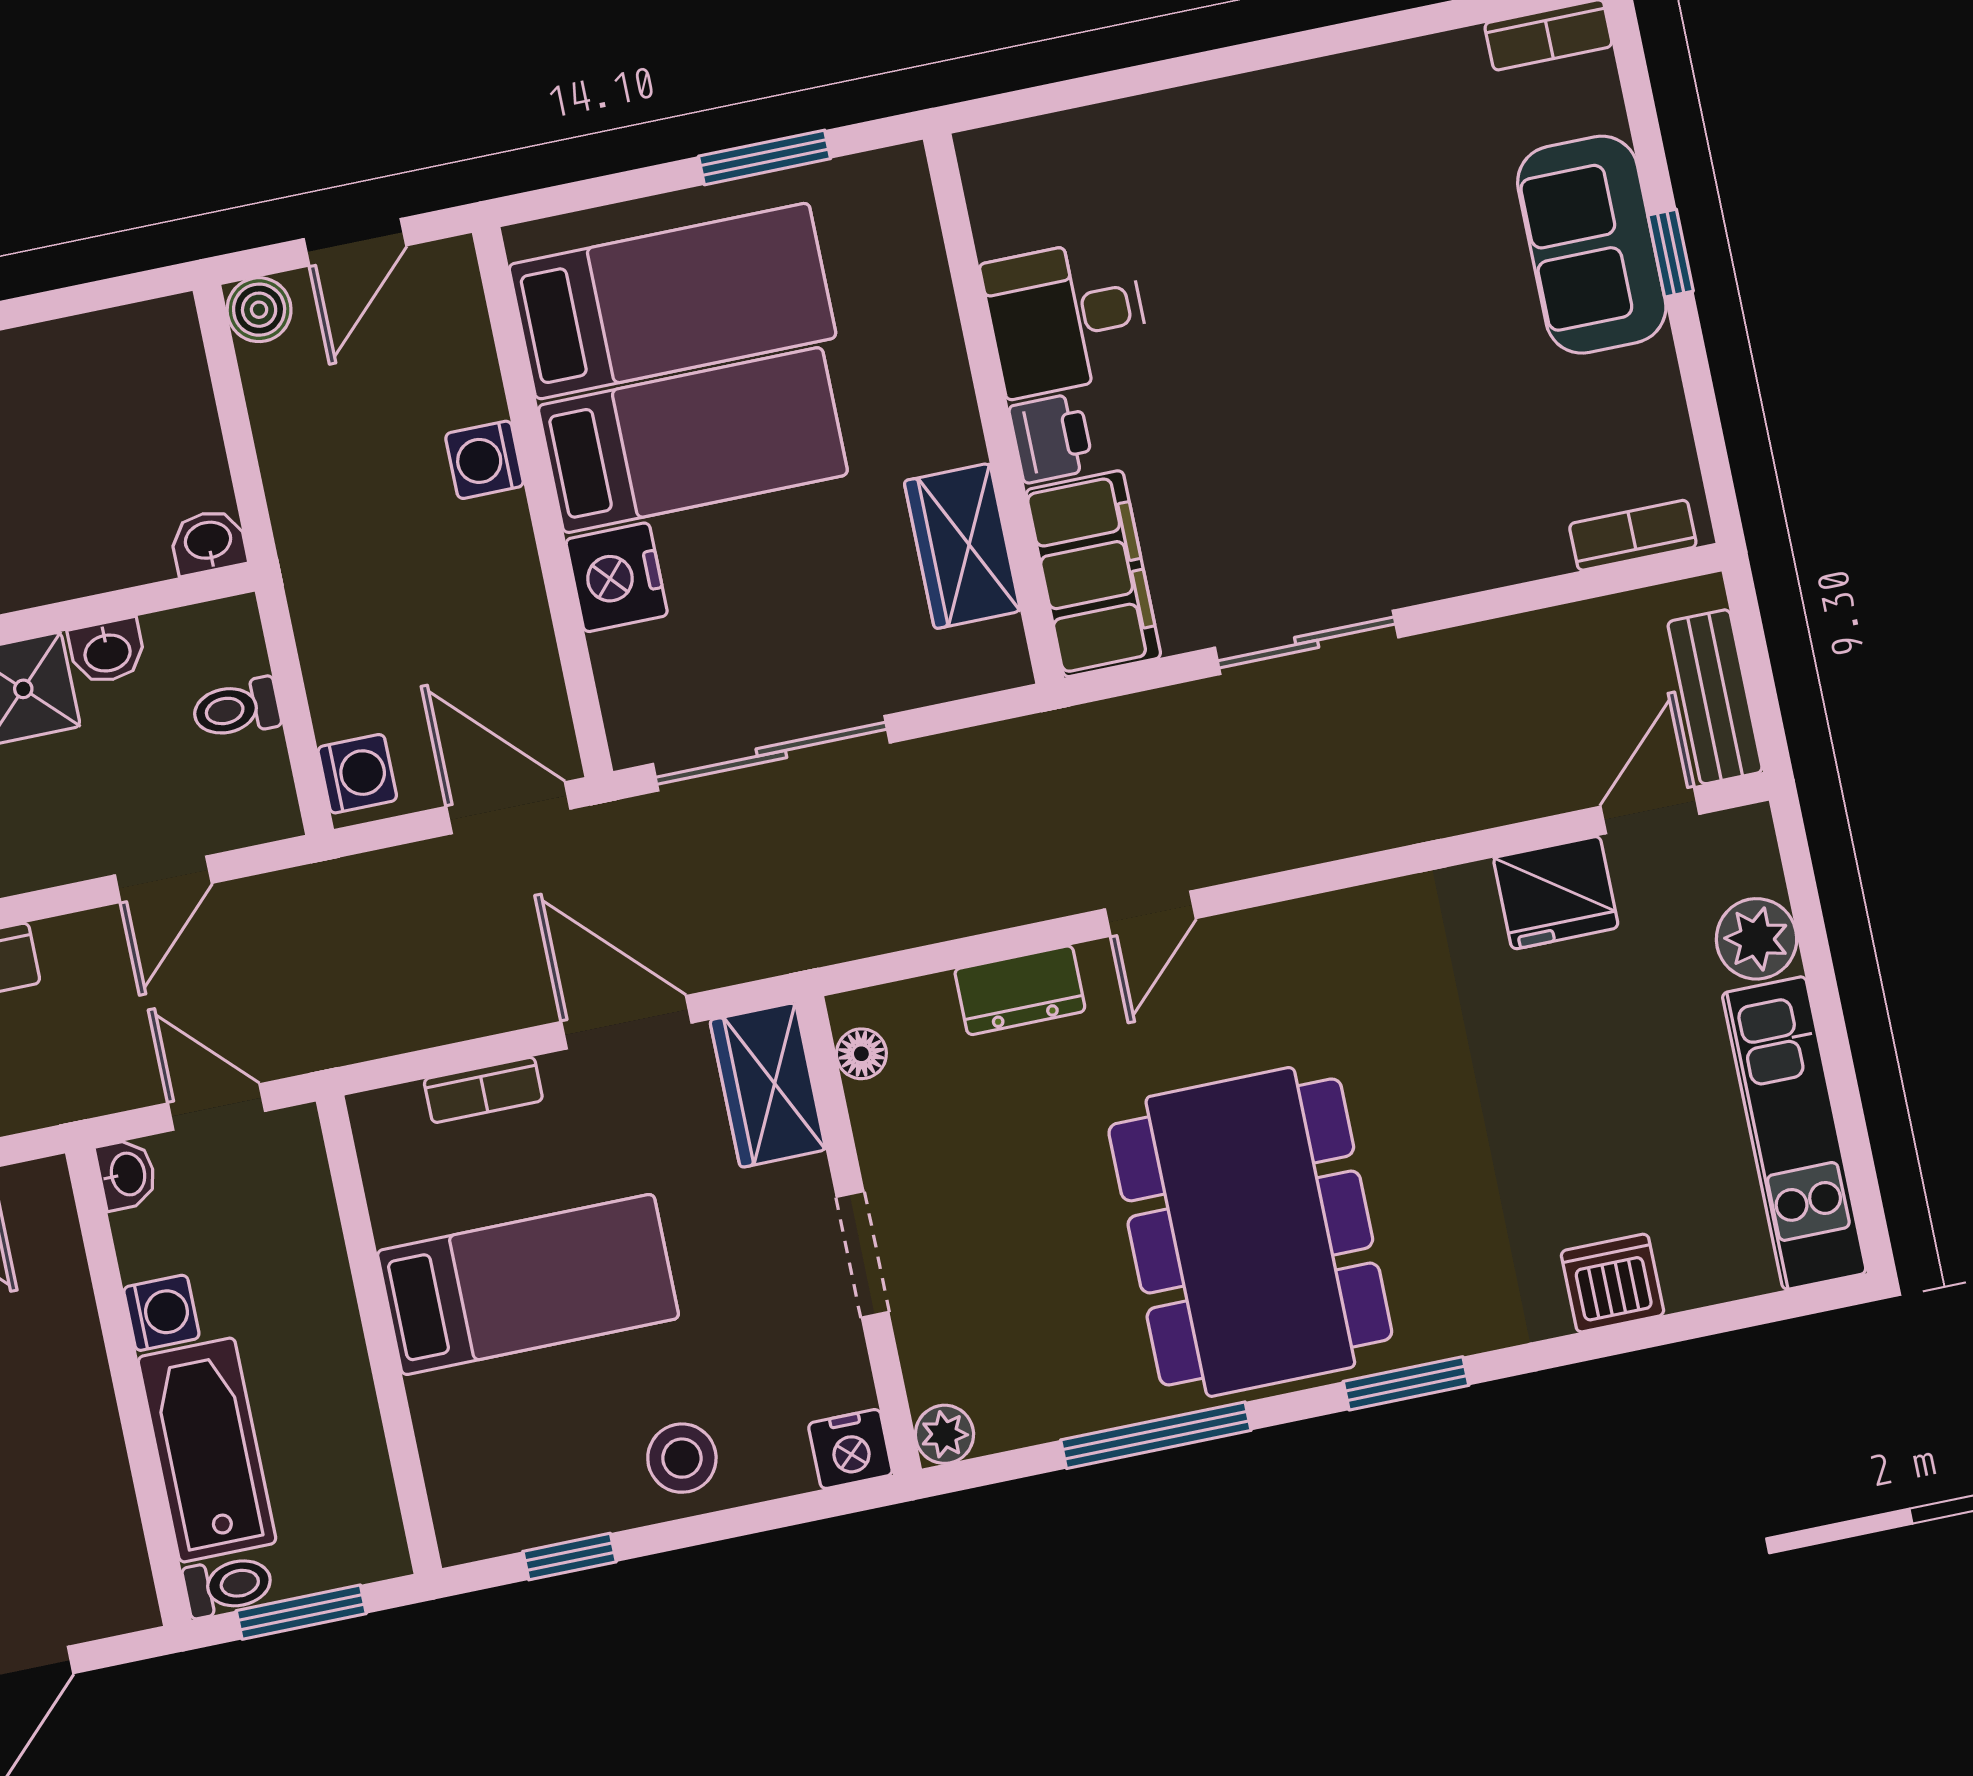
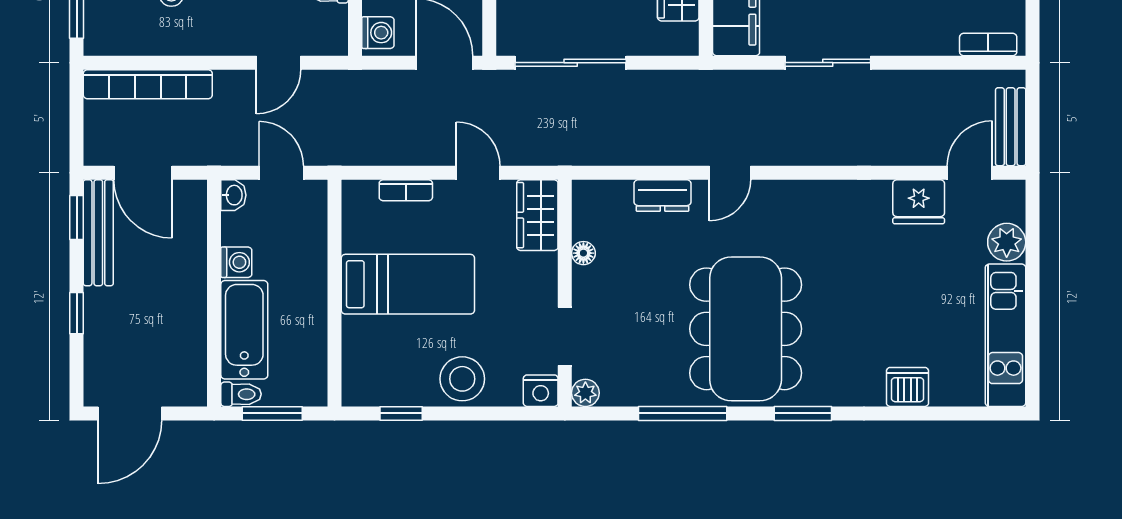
door: (626, 1022) -> (478, 173), width x0.73
floor lamp: (861, 1054) -> (583, 253), moved
doorway: (863, 1254) -> (565, 336), moved
stool: (682, 1458) -> (462, 379), width x1.38, depth x1.38

